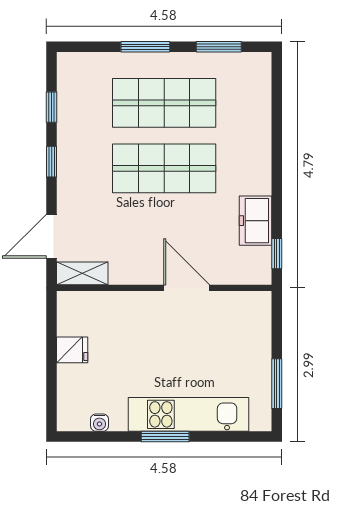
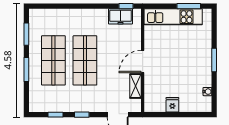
freezer: (256, 221) -> (121, 16), moved
shelving: (82, 273) -> (136, 86), moved
door: (187, 288) -> (143, 61), moved
kitchen unit: (189, 414) -> (173, 17), moved, turned -90

